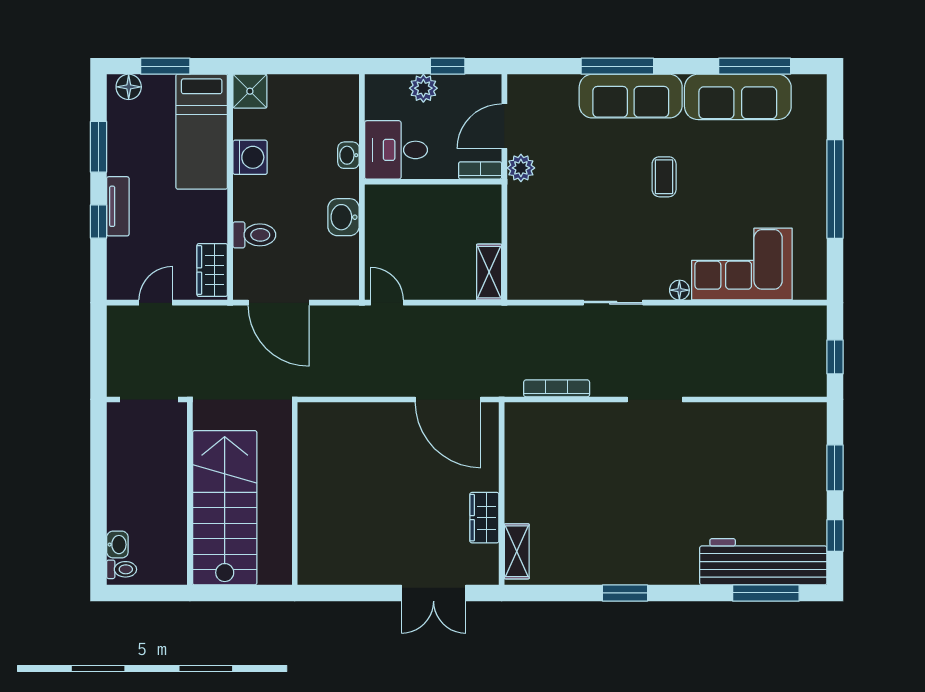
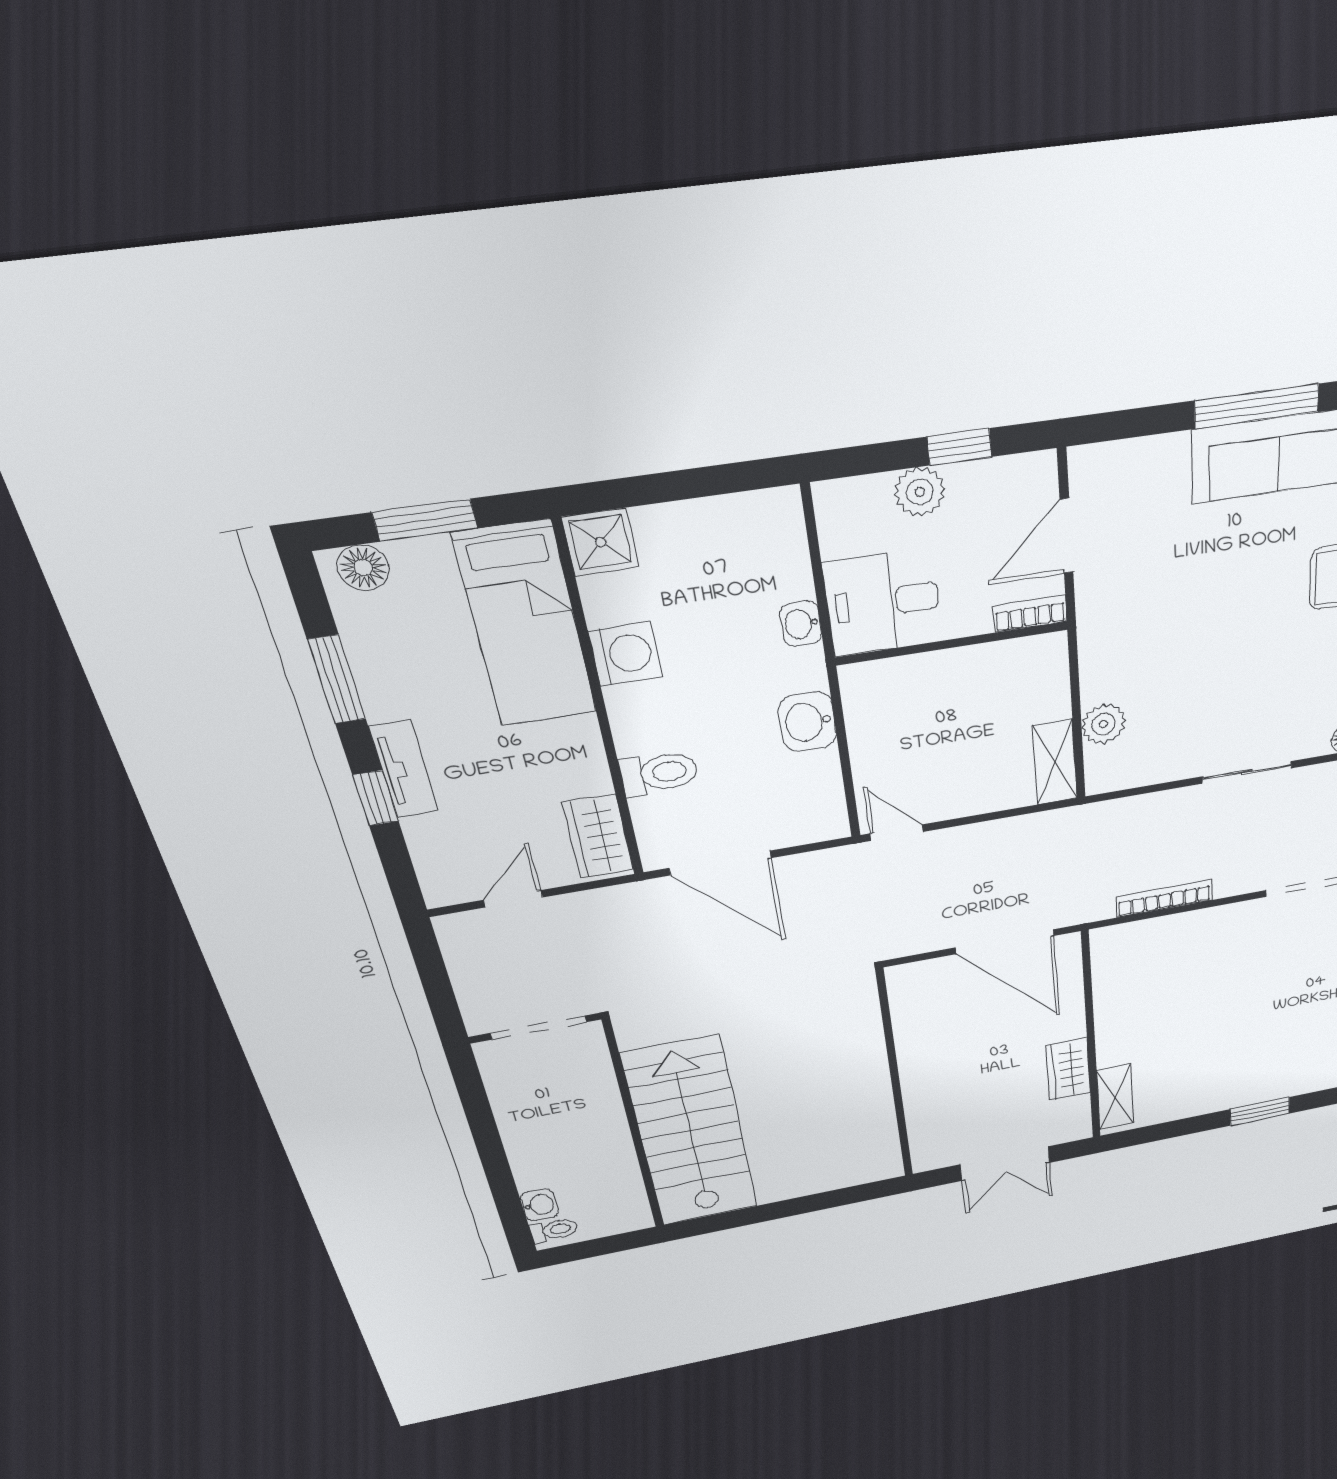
plant: (521, 168) -> (1104, 724), moved
wall: (295, 494) -> (895, 1076), moved

